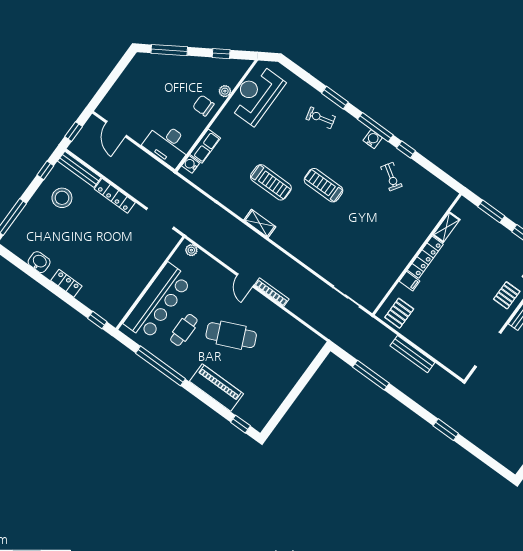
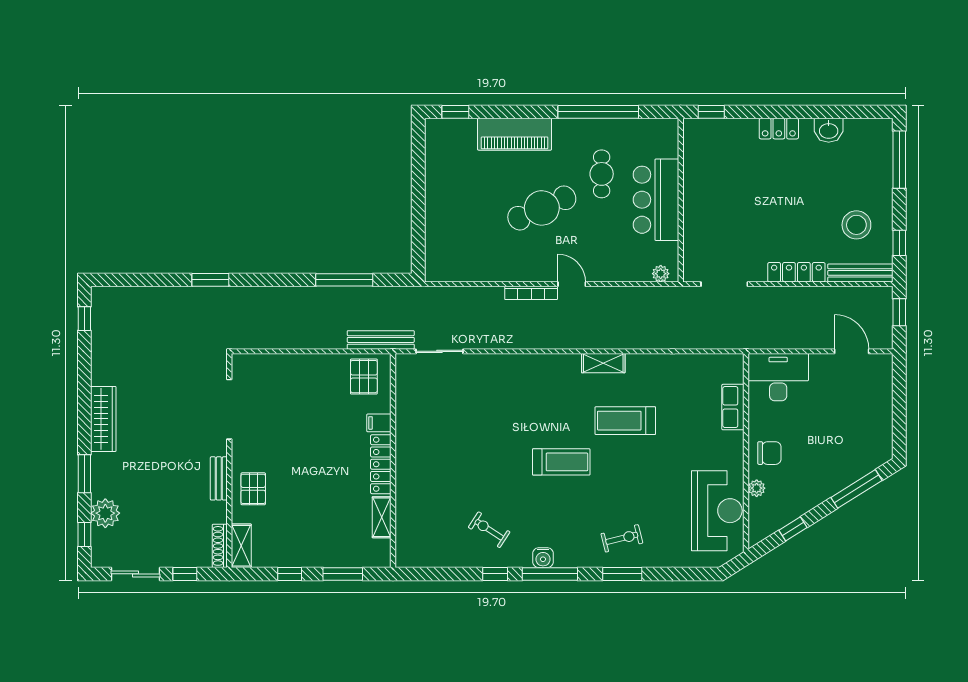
water cooler: (190, 164) -> (734, 373), removed
bar counter: (158, 302) -> (656, 200), width x0.73
bench: (412, 354) -> (381, 340), moved

